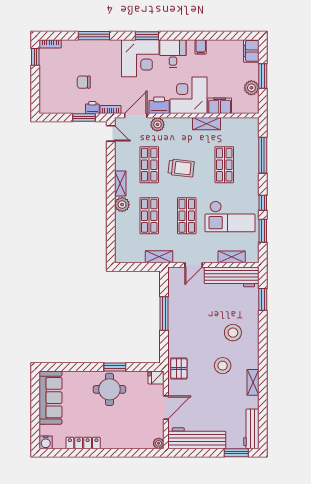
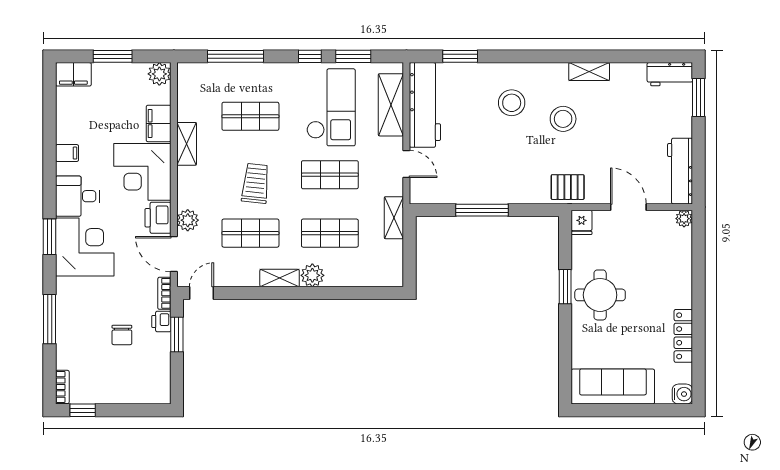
plant: (251, 88) -> (159, 74), moved
shelving: (232, 257) -> (391, 105), width x1.50, depth x1.33
workbench: (251, 429) -> (670, 74), width x0.73
workbench: (197, 438) -> (680, 171), width x0.73, depth x0.76

